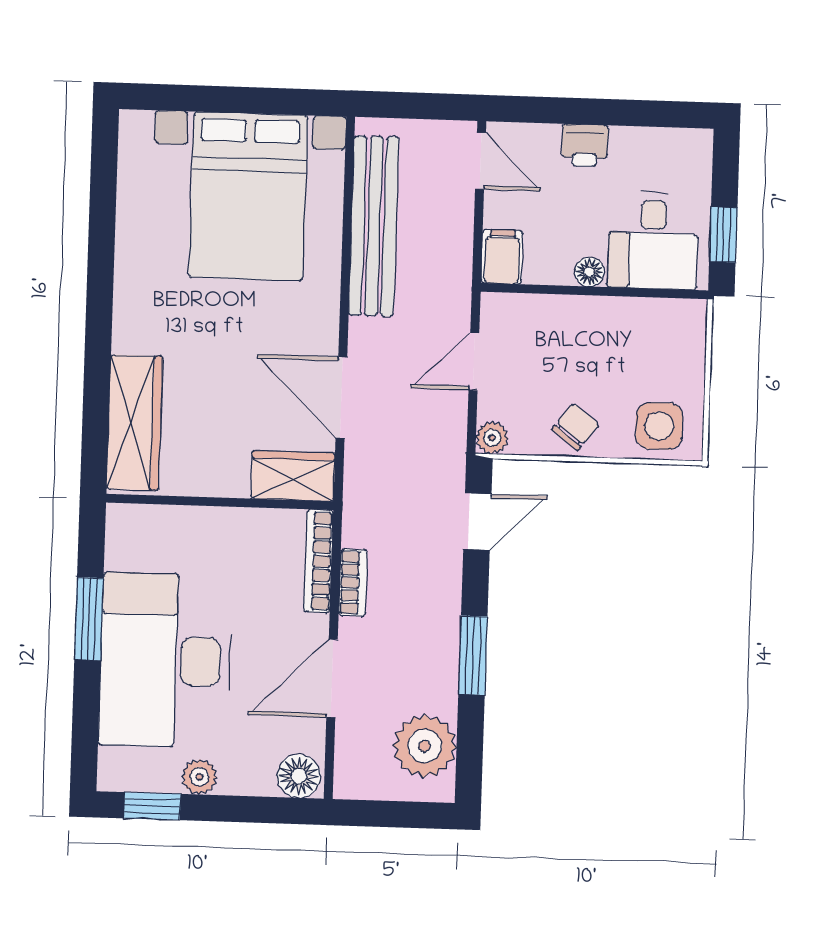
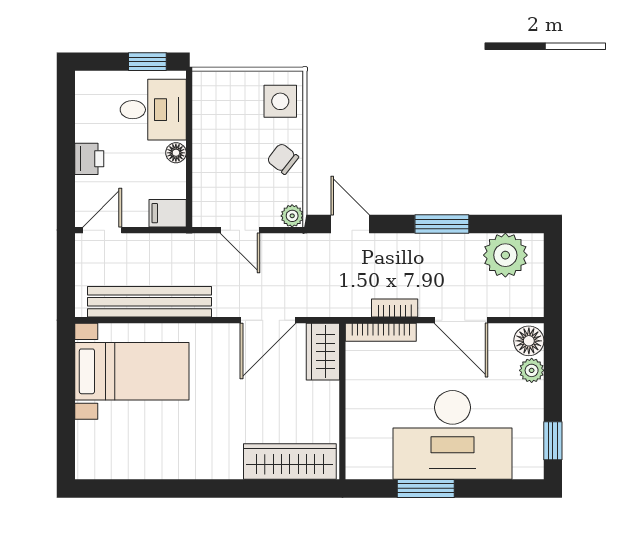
bed with nightstands: (248, 196) -> (132, 371), width x0.73
plant: (199, 777) -> (532, 370), moved

